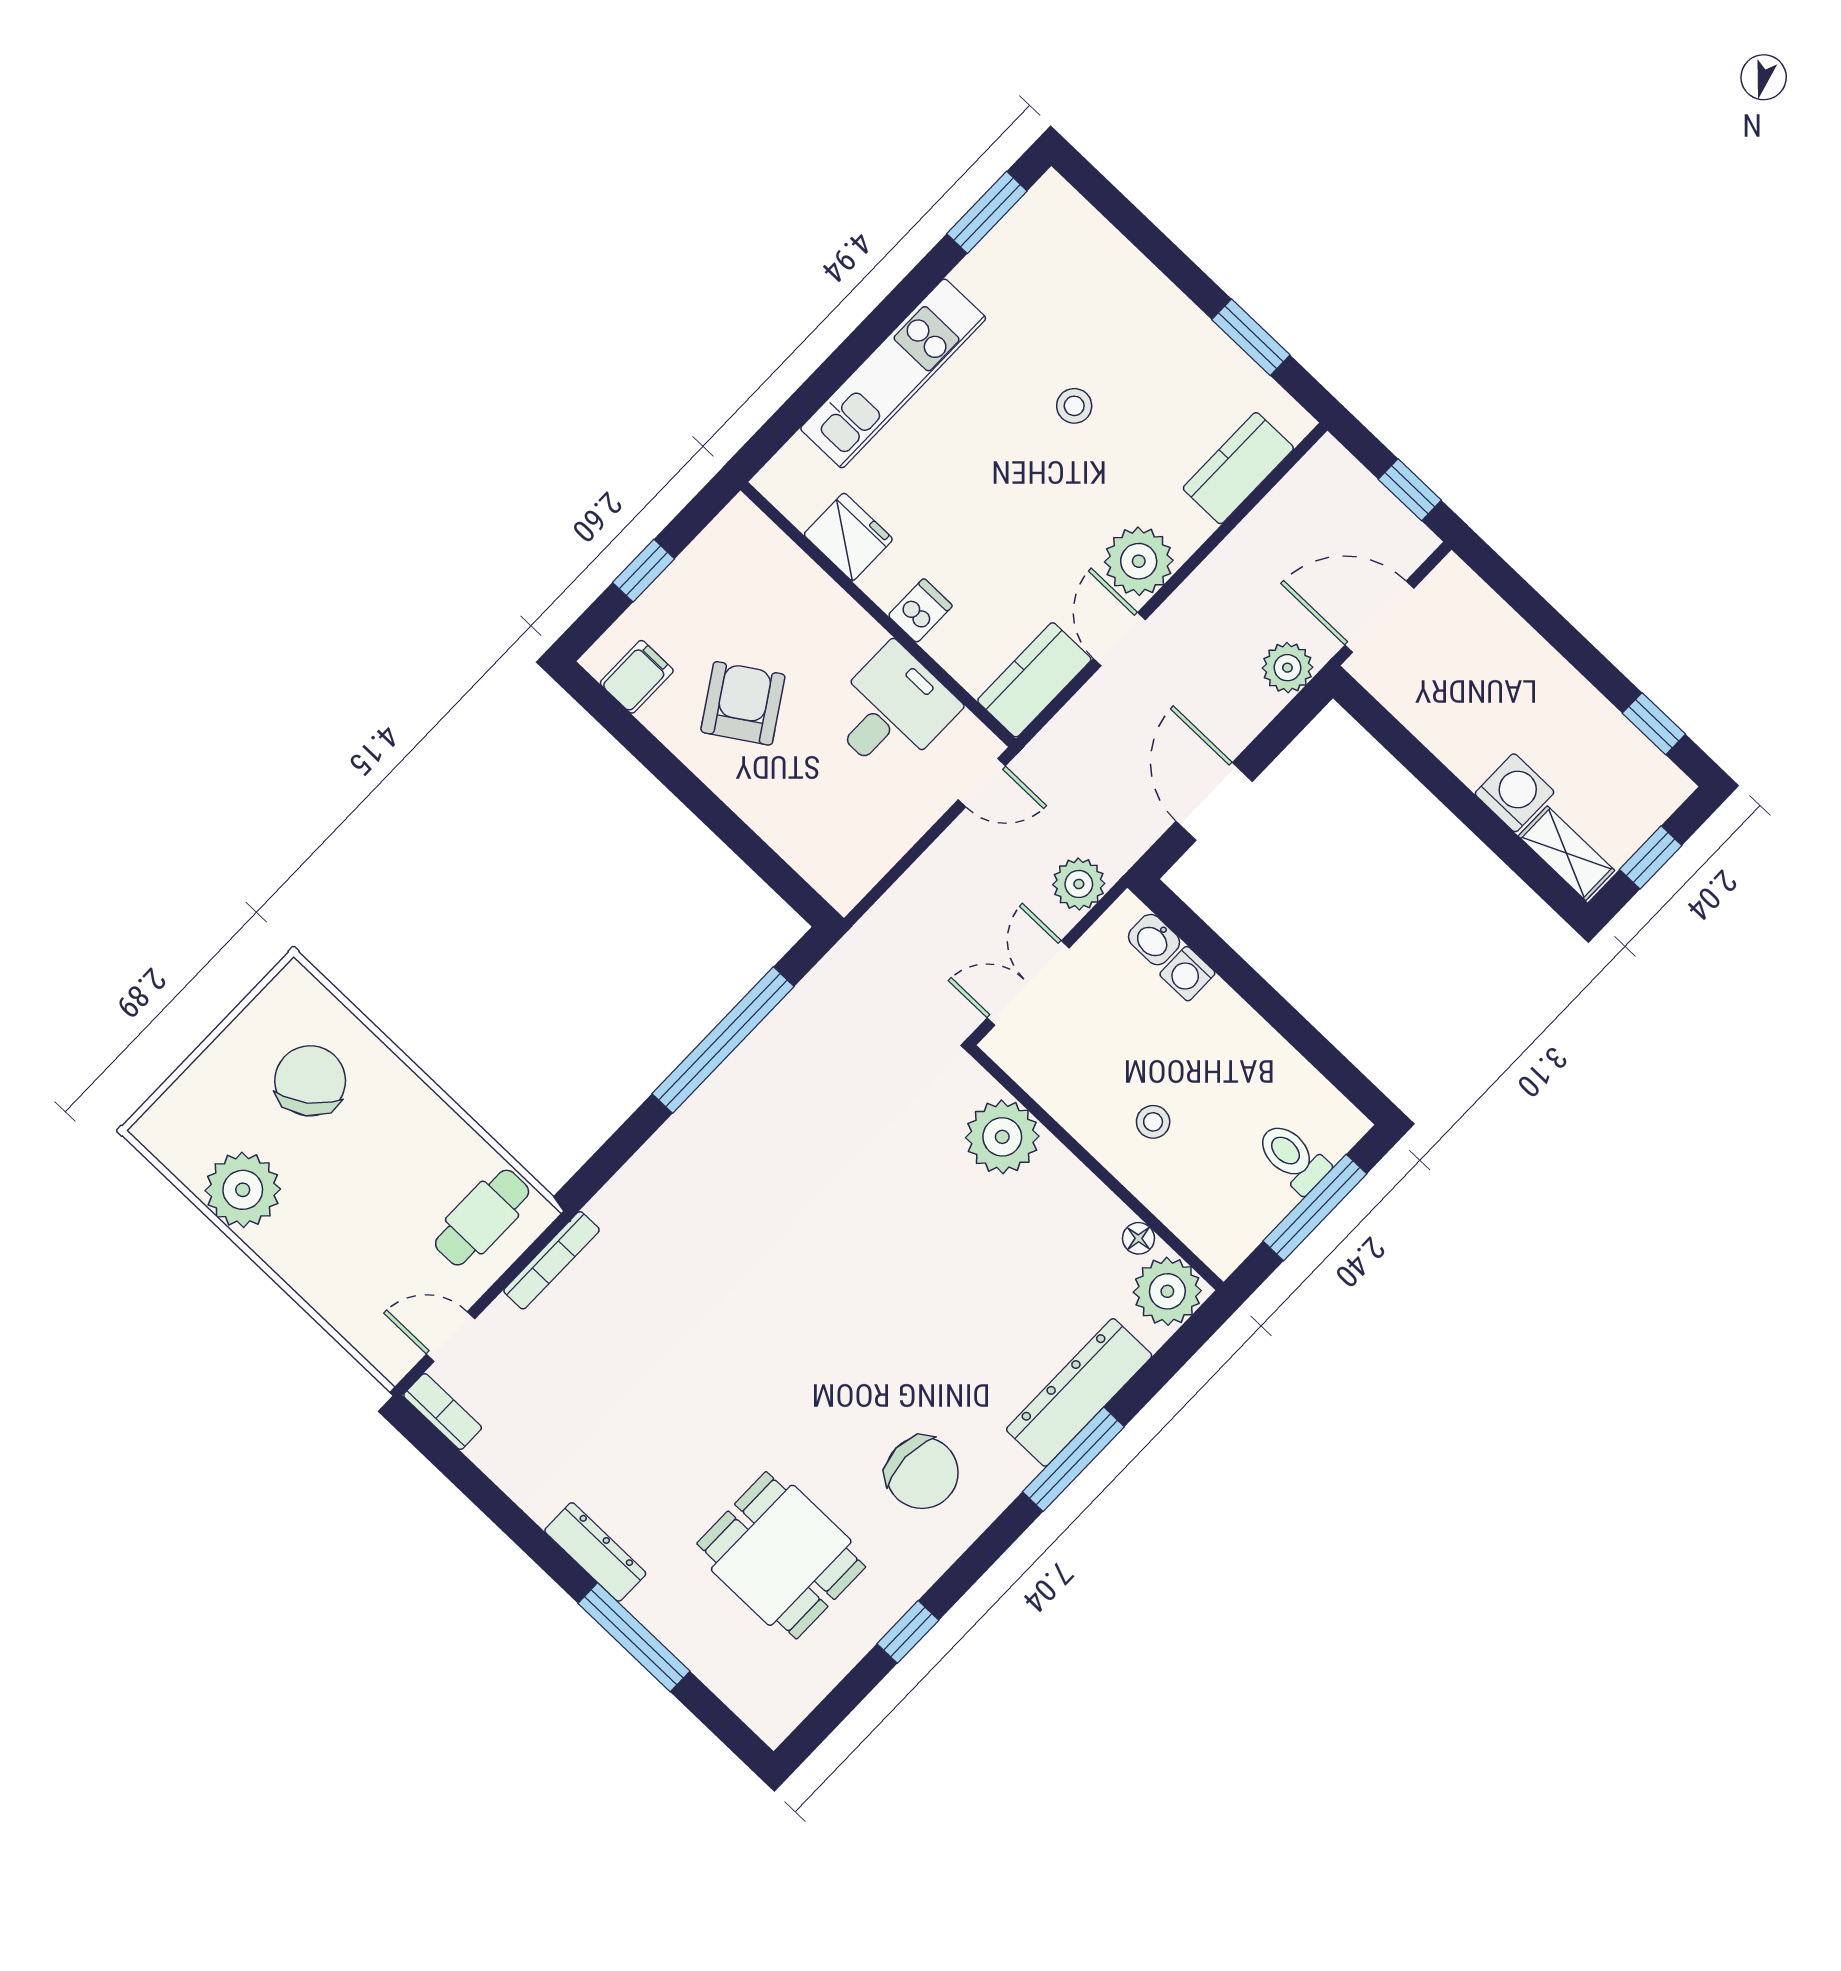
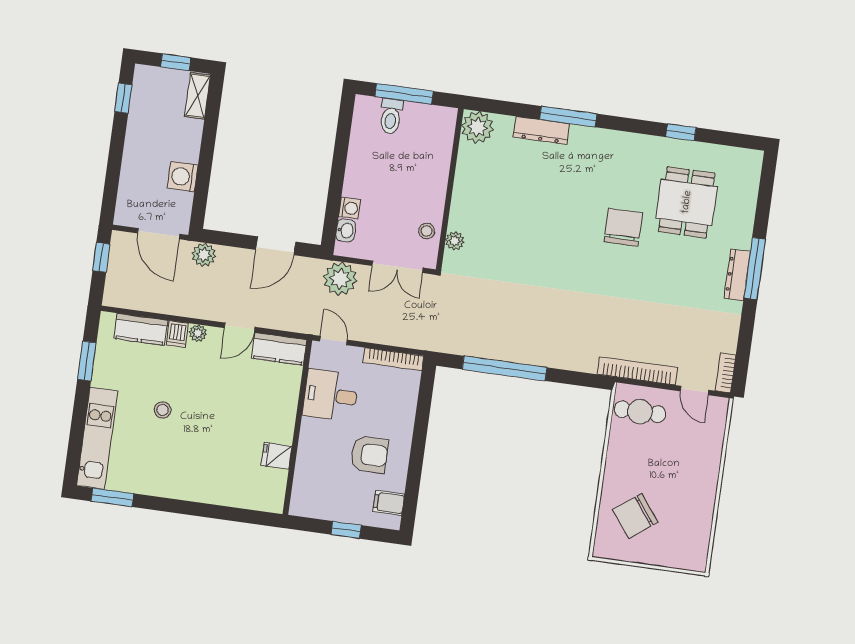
kitchen unit: (893, 373) -> (97, 438), moved, turned 90
fridge: (848, 537) -> (276, 456), width x0.72
plant: (1139, 561) -> (198, 333), width x0.53, depth x0.53
dishwasher: (920, 611) -> (177, 334), moved, turned -90
armchair: (743, 703) -> (369, 455), turned -147
washing machine: (1515, 793) -> (183, 177), moved
bookcase: (876, 862) -> (393, 359), added
plant: (1079, 884) -> (340, 279), width x1.36, depth x1.36
stool: (1153, 1122) -> (427, 231), moved
plant: (1002, 1137) -> (455, 241), width x0.53, depth x0.53
plant: (243, 1190) -> (696, 512), removed
floor lamp: (1138, 1238) -> (465, 153), removed
bookcase: (552, 1260) -> (637, 371), width x1.48, depth x1.31
dresser: (1079, 1392) -> (541, 130), width x0.73, depth x0.80
chair: (922, 1473) -> (623, 227), moved
window: (634, 1637) -> (755, 269), moved

